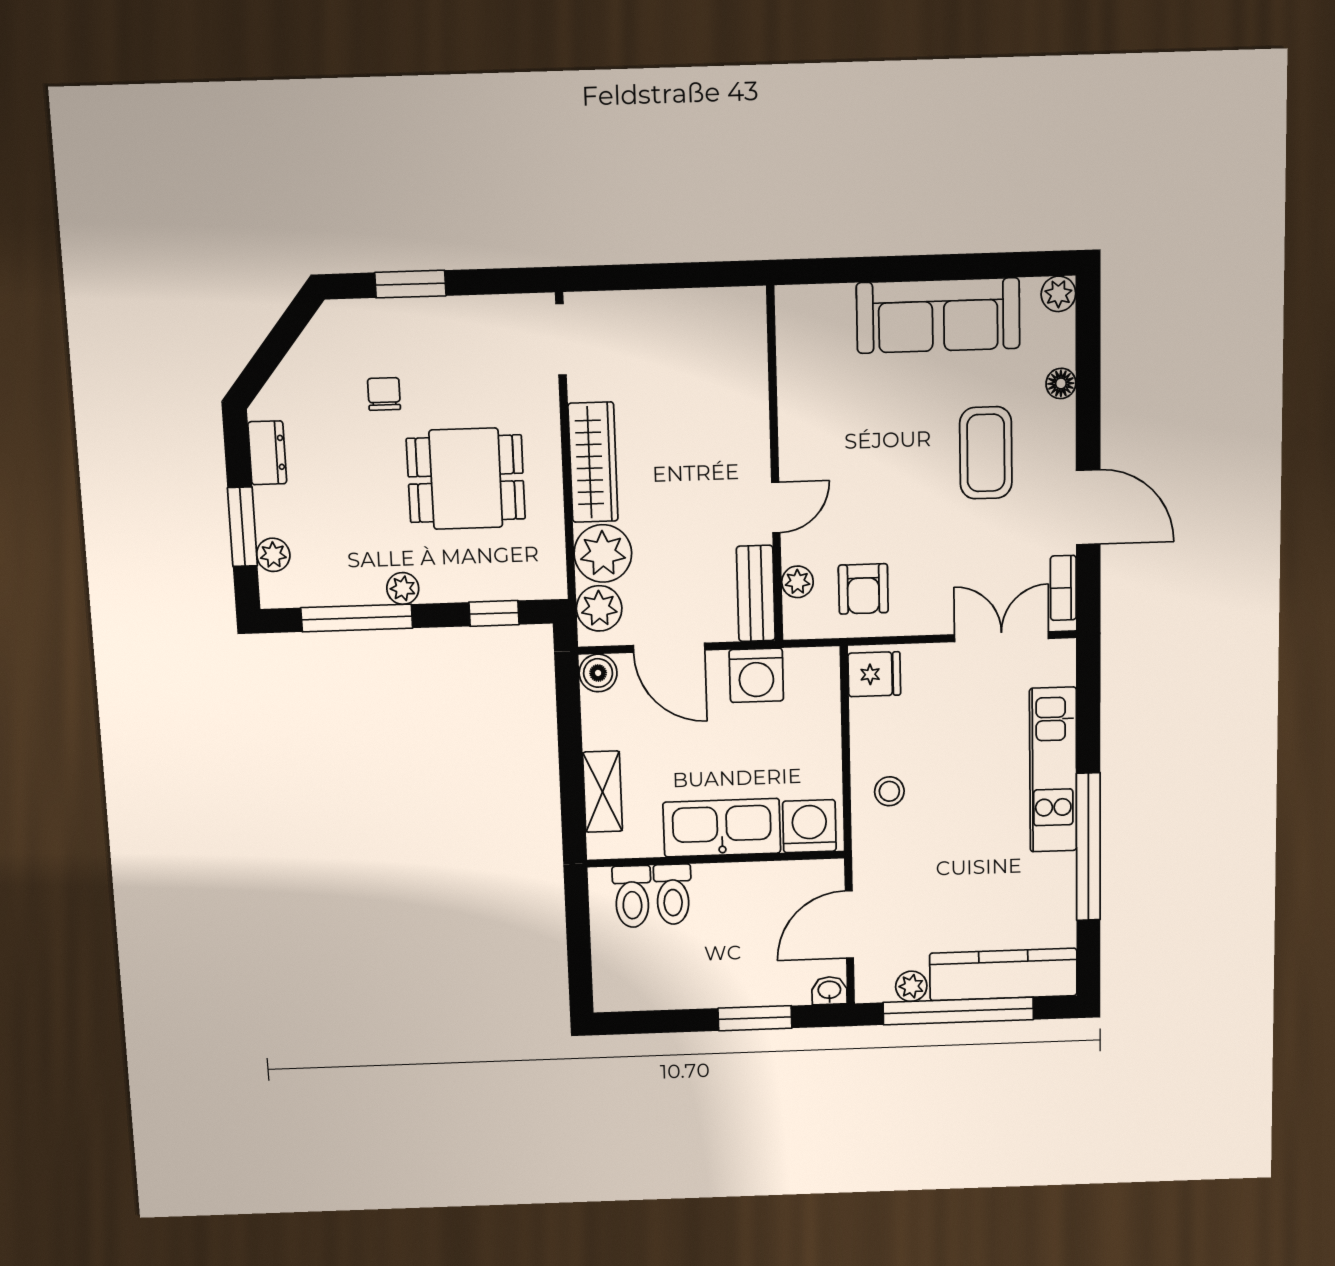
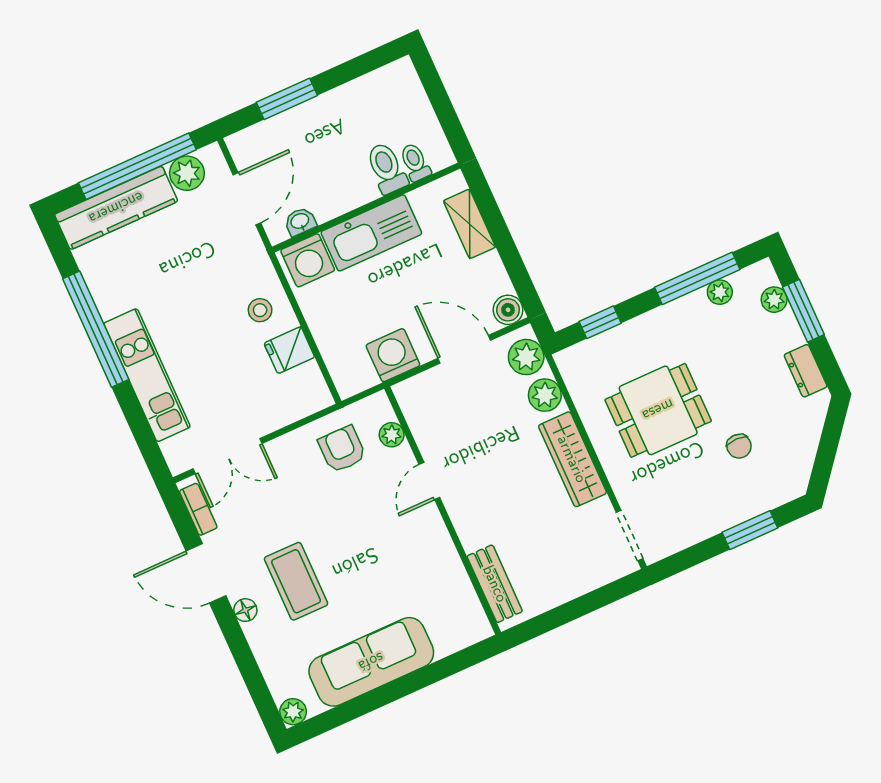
floor lamp: (1061, 383) -> (245, 610), moved
plant: (603, 553) -> (545, 395), width x0.73, depth x0.73
plant: (403, 588) -> (720, 292), moved
bench: (756, 593) -> (495, 584), moved
fridge: (874, 674) -> (289, 350), moved
toilet: (632, 897) -> (415, 162), width x0.73, depth x0.72
plant: (911, 986) -> (187, 173), width x1.38, depth x1.38
washbasin: (829, 991) -> (300, 222), moved, turned 180

